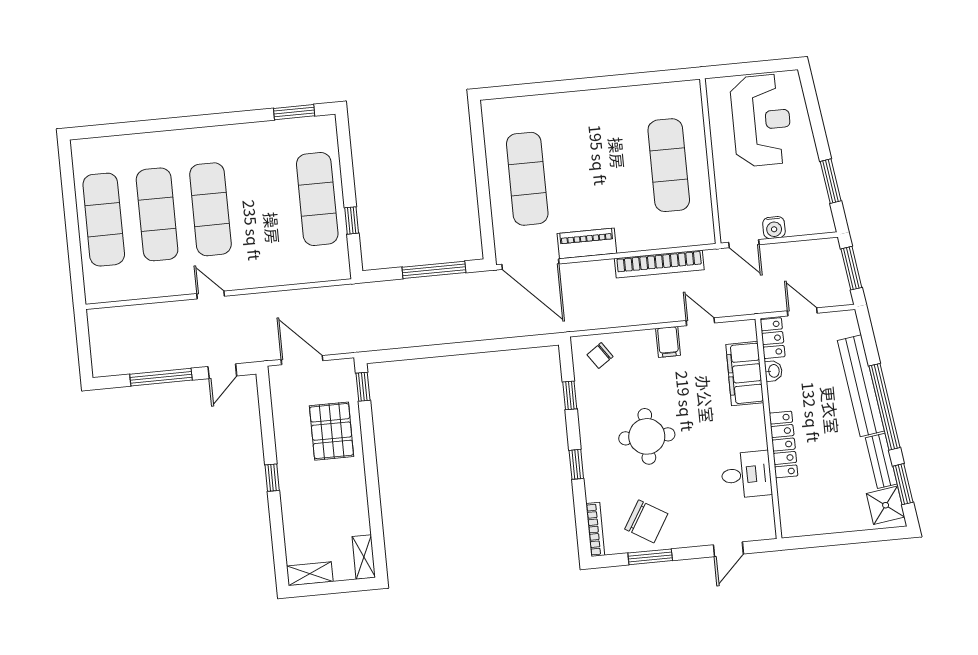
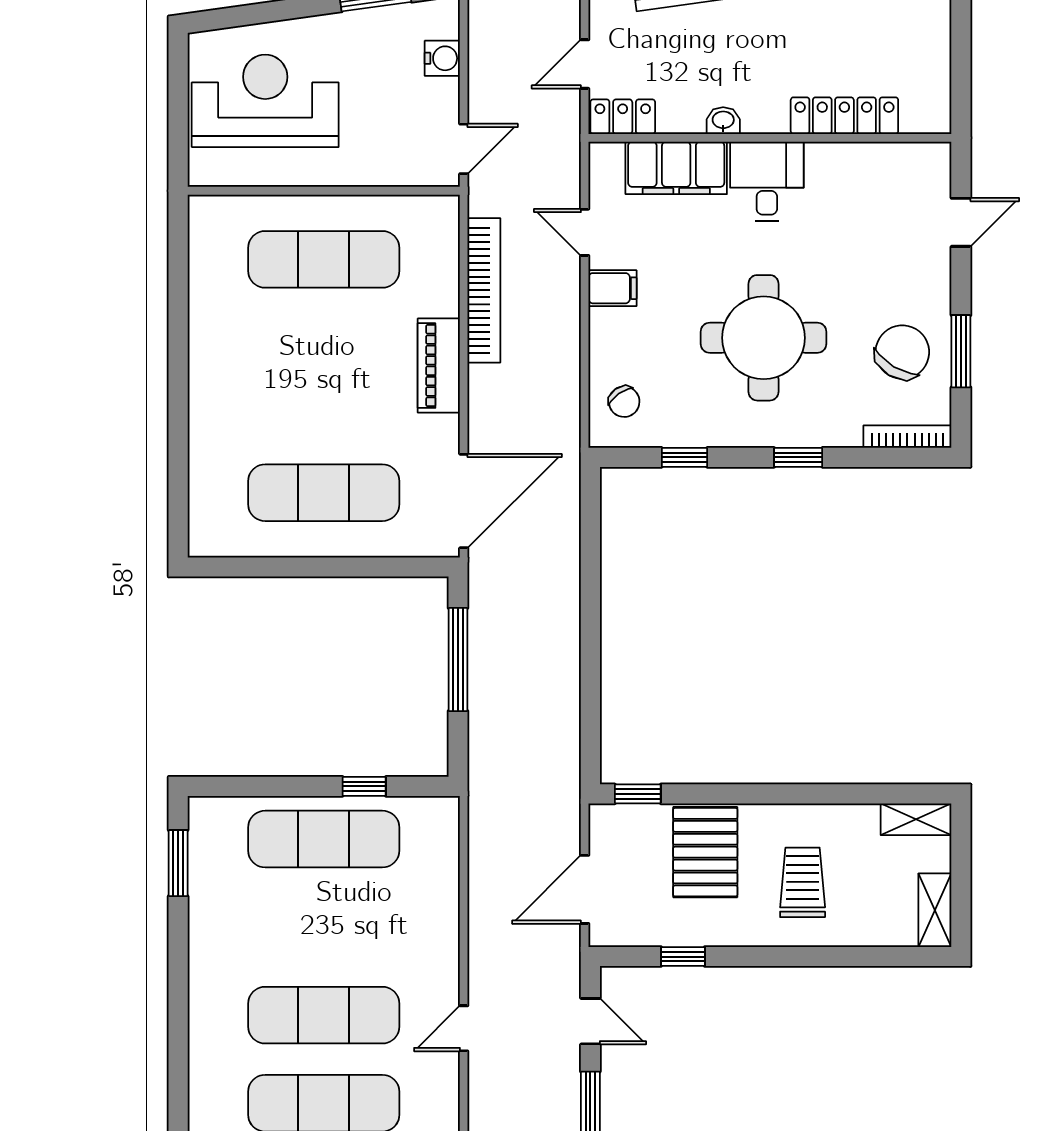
water cooler: (774, 228) -> (442, 58), moved
piano: (587, 243) -> (439, 366), moved
door: (700, 322) -> (585, 232), hinge flipped
washbasin: (773, 371) -> (723, 121), moved
pallet: (332, 431) -> (705, 852), turned 90
round table: (647, 436) -> (764, 338), width x1.36, depth x1.36
locker: (784, 445) -> (844, 116), moved
desk: (746, 475) -> (767, 181), moved
window: (272, 478) -> (683, 957), moved
trolley: (319, 492) -> (803, 882), added
door: (728, 549) -> (961, 222), hinge flipped

